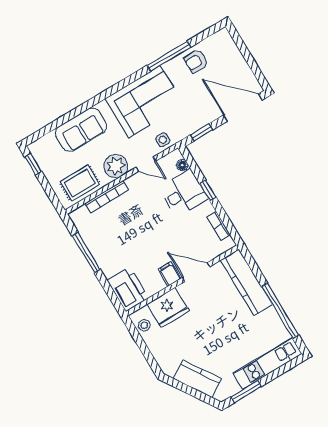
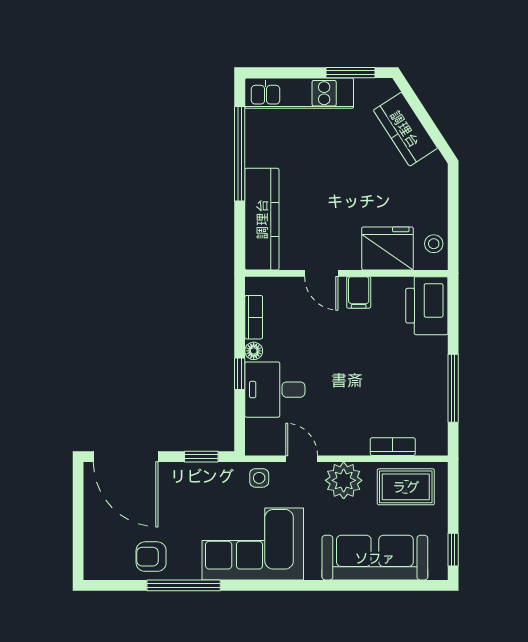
armchair: (196, 61) -> (151, 557), turned 180
sofa: (81, 130) -> (375, 558), width x1.36
floor lamp: (182, 165) -> (254, 351), moved
bookcase: (107, 197) -> (393, 447), width x0.64
door: (196, 272) -> (321, 273), width x0.73

